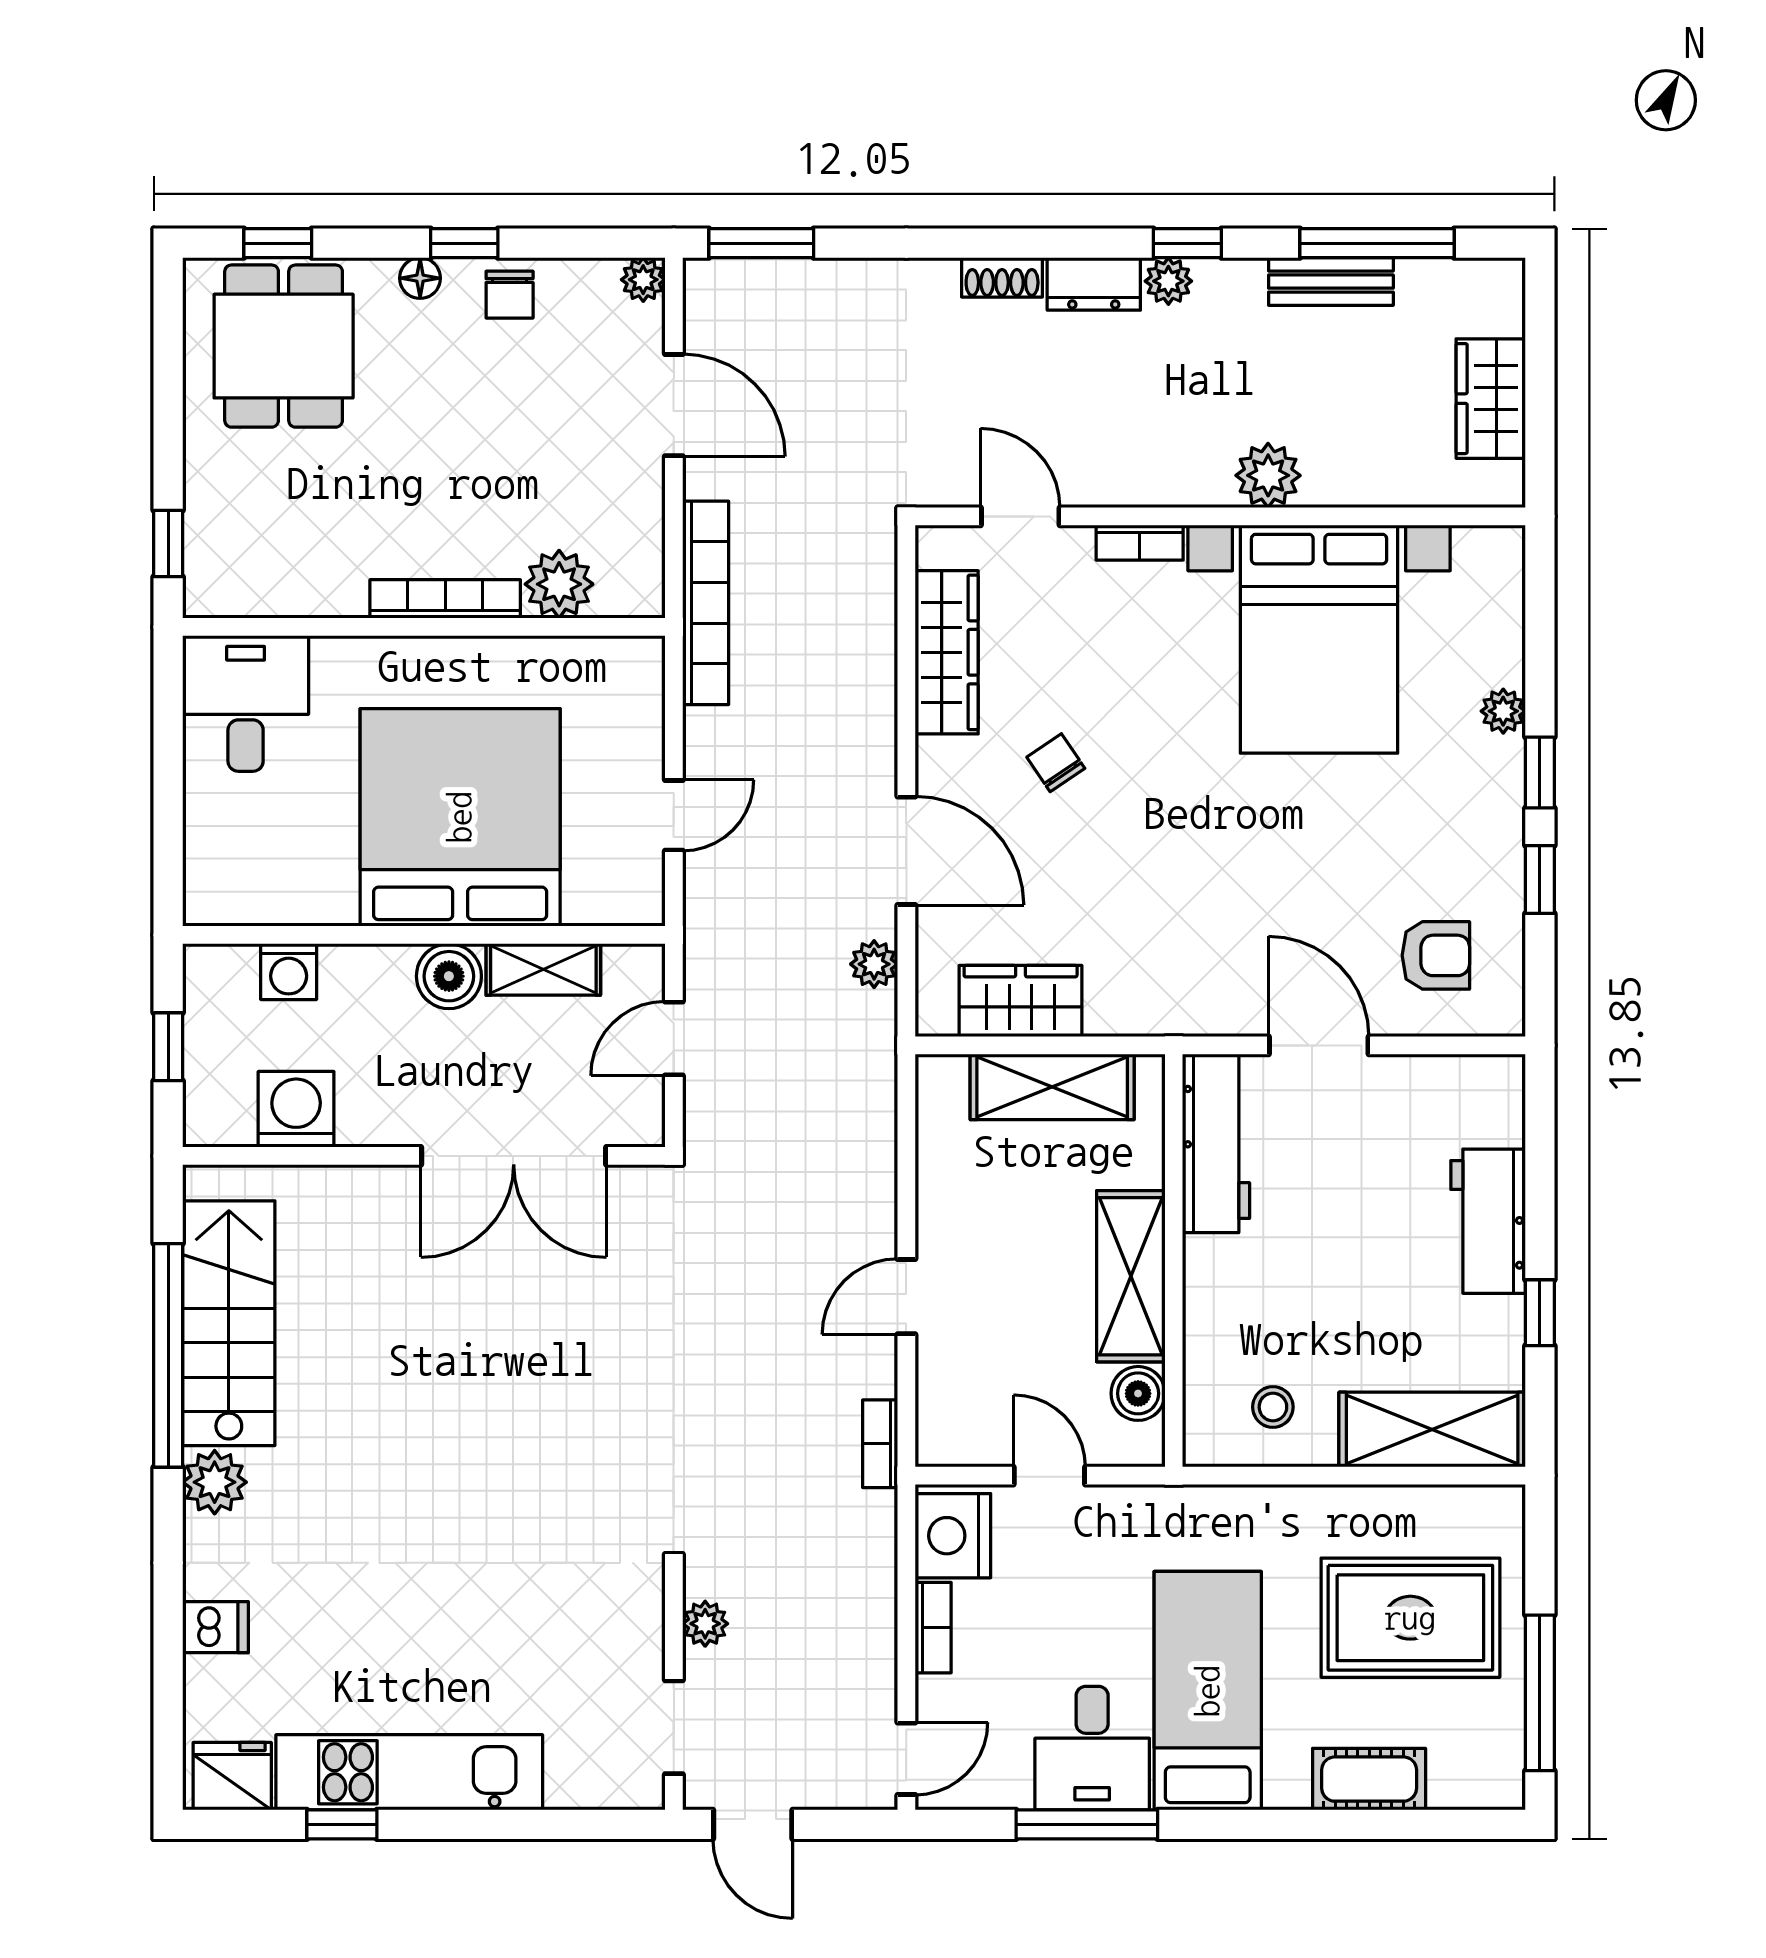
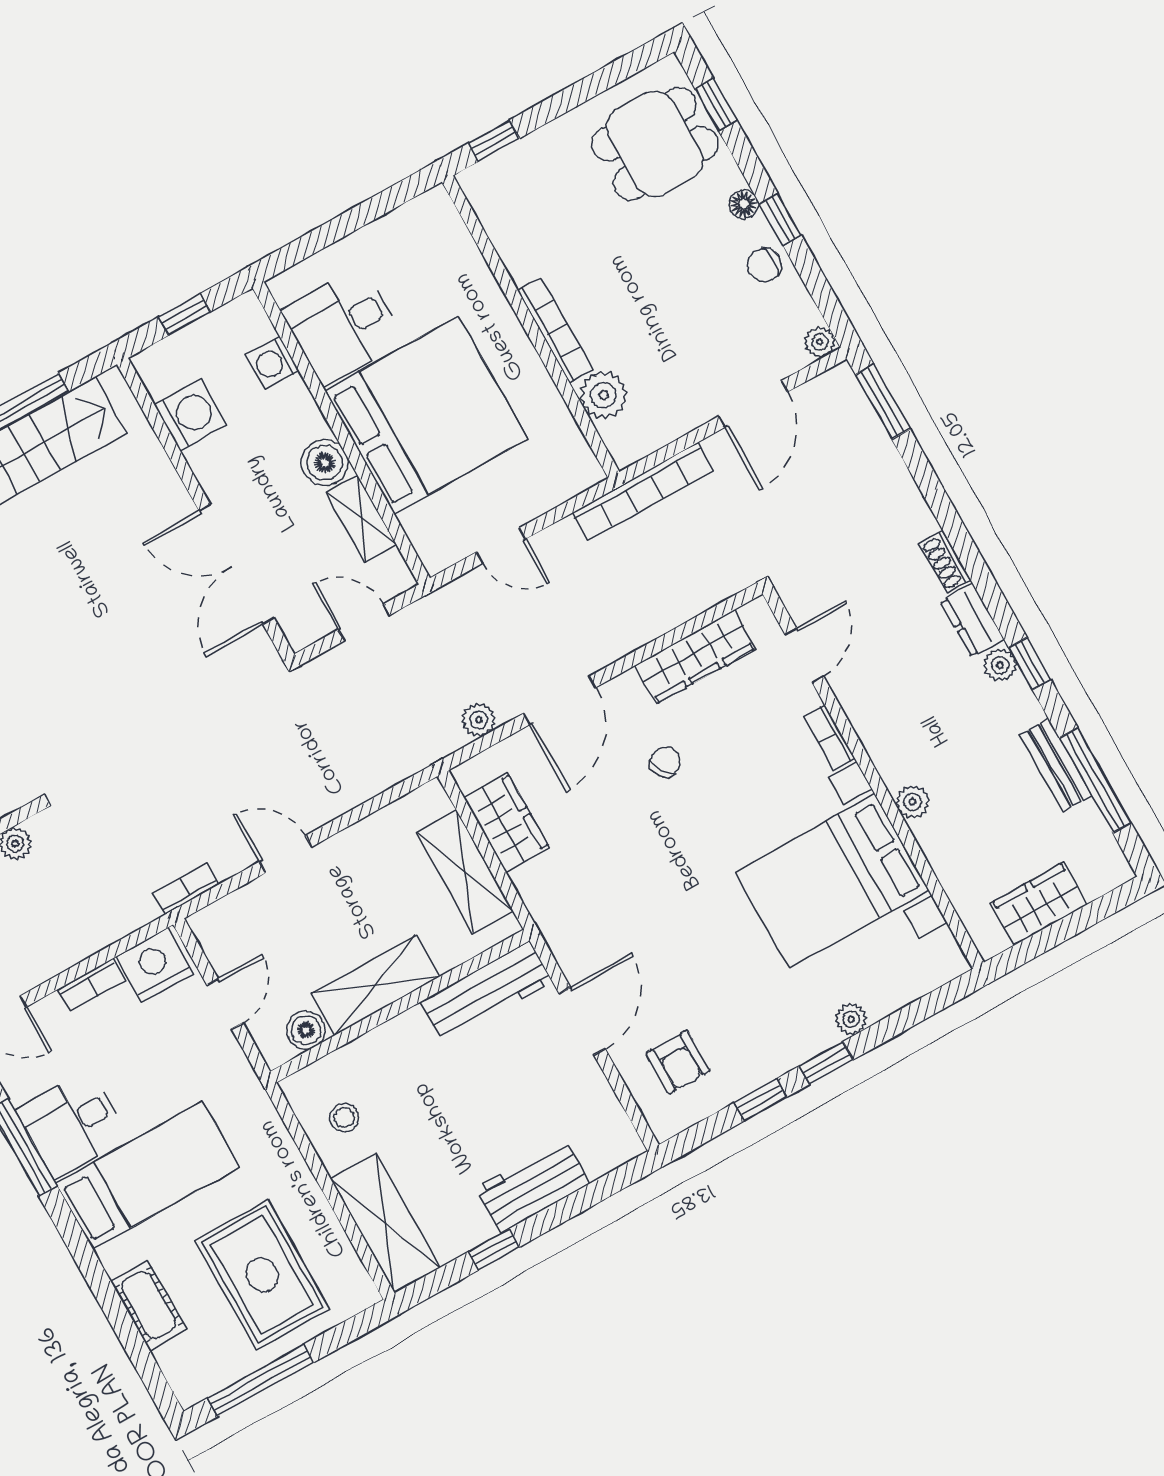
plant: (1268, 475) -> (912, 802), width x0.73, depth x0.73
desk: (246, 703) -> (343, 326), moved, turned 180

